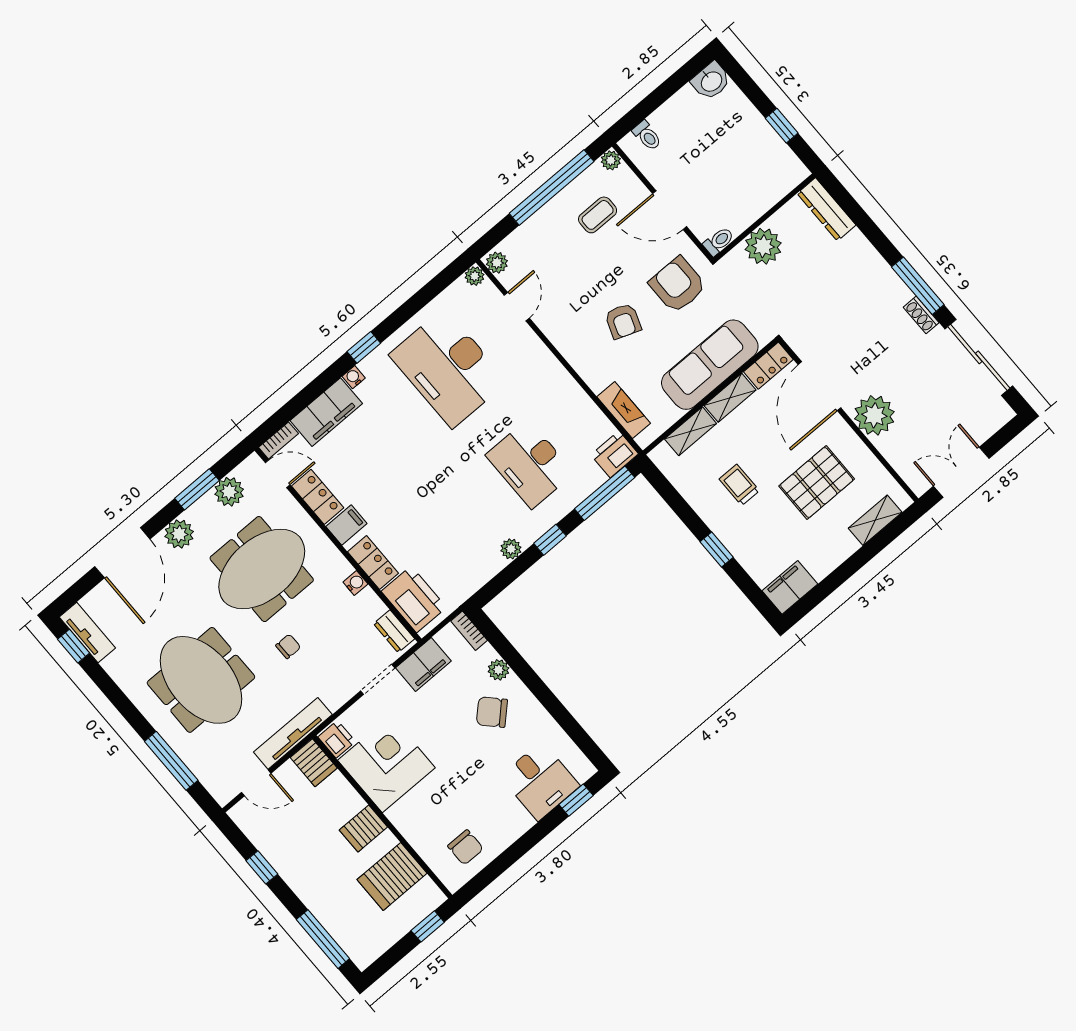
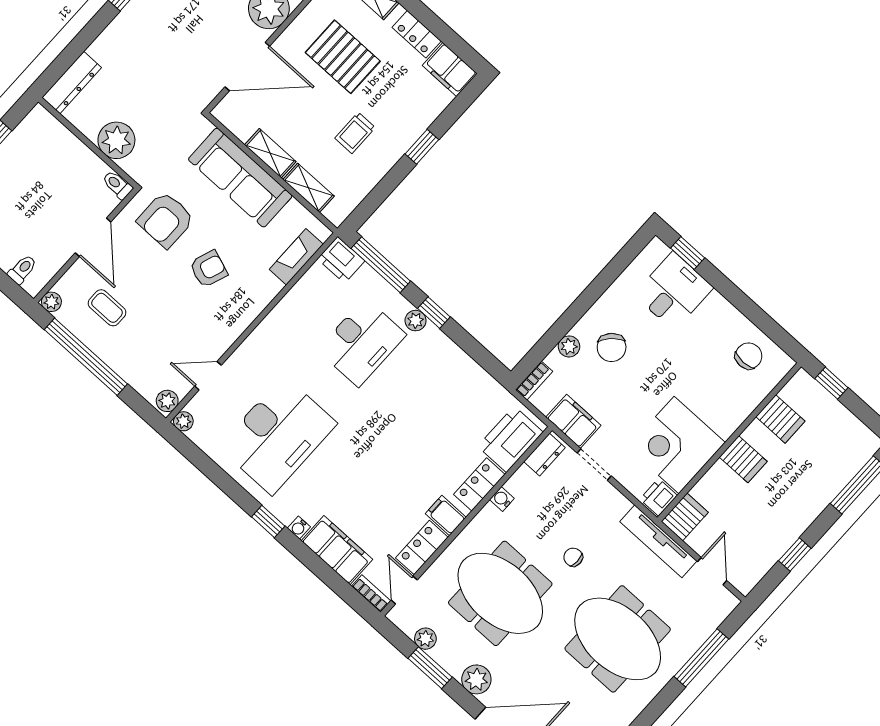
locker: (768, 366) -> (417, 34), moved, turned 180
plant: (229, 492) -> (425, 639), width x0.73, depth x0.73
plant: (511, 549) -> (416, 321), moved
meeting table: (201, 680) -> (618, 639), turned 90
server rack: (392, 876) -> (780, 419), width x0.73, depth x0.70

